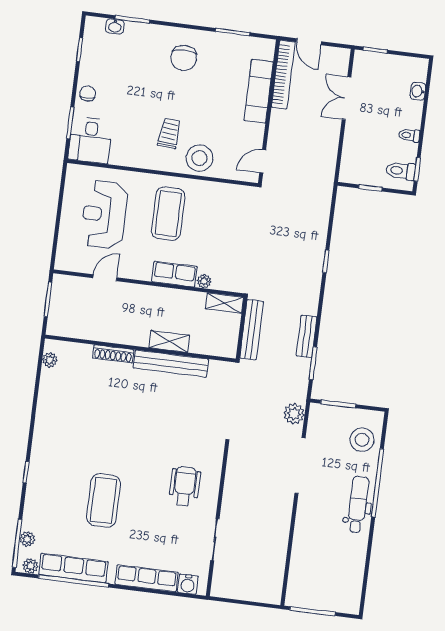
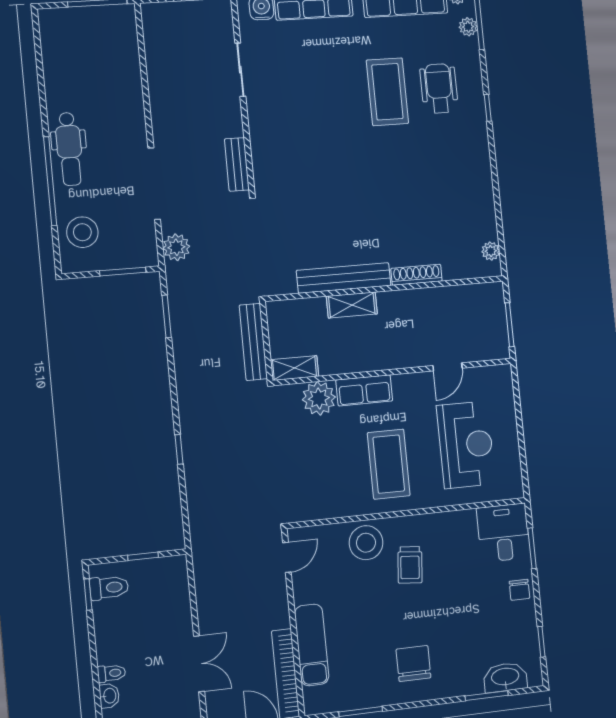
washbasin: (115, 26) -> (505, 677), width x1.91, depth x1.45
toilet: (409, 135) -> (111, 673), moved
plant: (204, 281) -> (319, 398), width x1.88, depth x1.88
bench: (307, 336) -> (237, 164), moved
wheelchair: (185, 486) -> (439, 88), moved, turned 180

